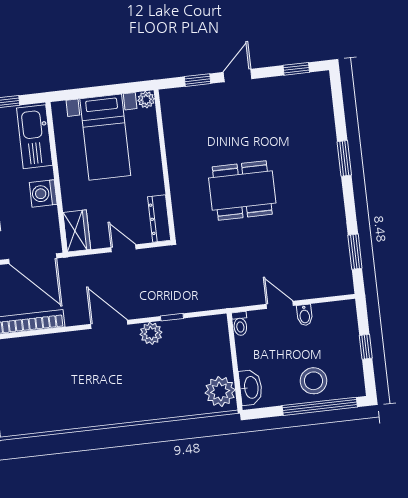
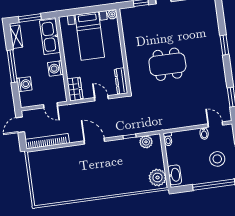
door: (33, 259) -> (50, 105), width x0.53
door: (280, 305) -> (215, 125), moved
plant: (151, 333) -> (146, 142), moved
stool: (313, 381) -> (217, 159), moved

